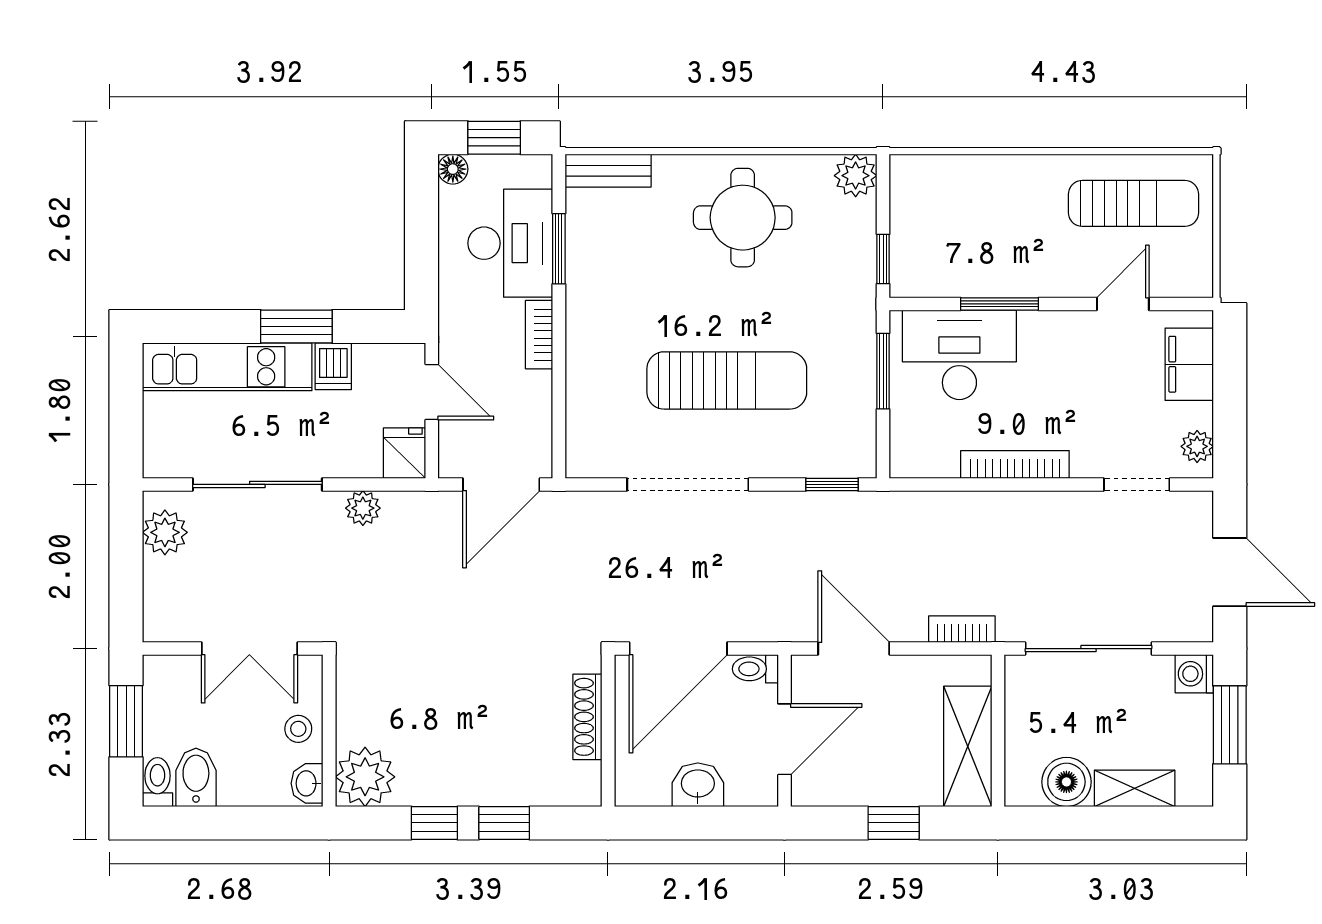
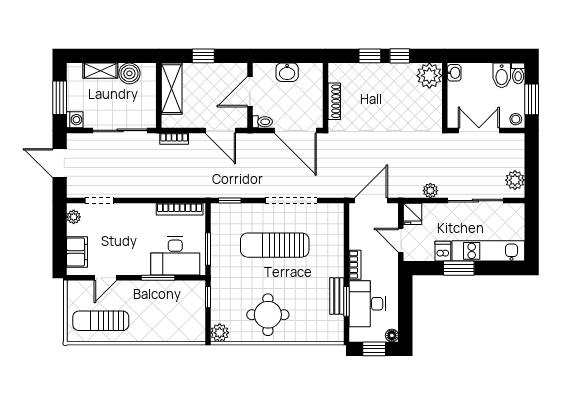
bench: (608, 171) -> (337, 296), moved, turned 90
bookcase: (1015, 464) -> (180, 209), moved
door: (678, 649) -> (295, 130), swing flipped
stool: (298, 729) -> (516, 119), moved

